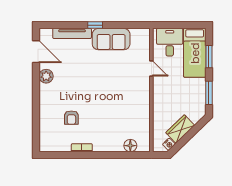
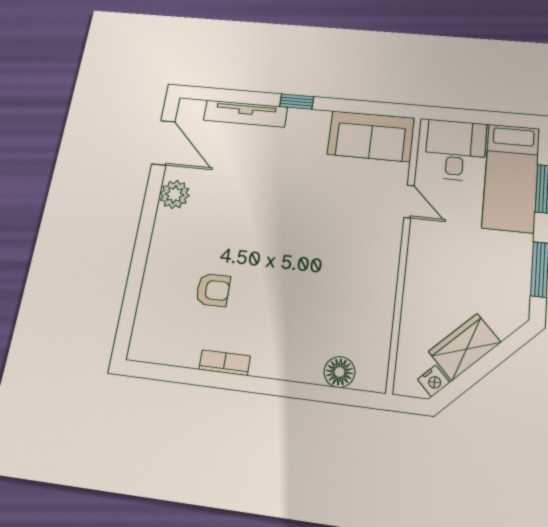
sofa: (111, 39) -> (371, 136), moved
armchair: (71, 118) -> (213, 290), turned -90

